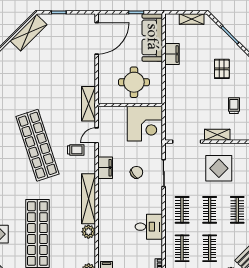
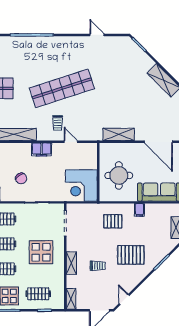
filing cabinet: (172, 54) -> (139, 210), width x0.50
pallet: (222, 69) -> (131, 255), width x1.50, depth x1.42
pallet: (185, 89) -> (113, 221), added
shelving: (88, 104) -> (119, 134), moved
shelving: (217, 135) -> (71, 263), moved
chair: (137, 172) -> (21, 178), moved

